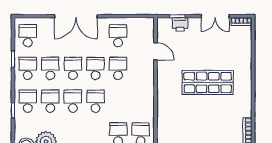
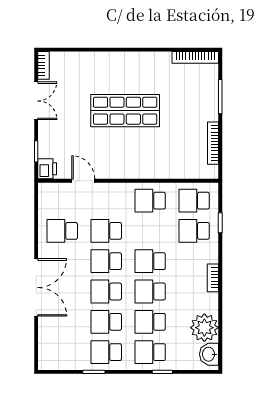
printer: (180, 24) -> (47, 169), moved
school desk: (28, 36) -> (150, 201), moved
door: (155, 51) -> (83, 181), hinge flipped
shop shelf: (208, 83) -> (125, 111), turned 90

